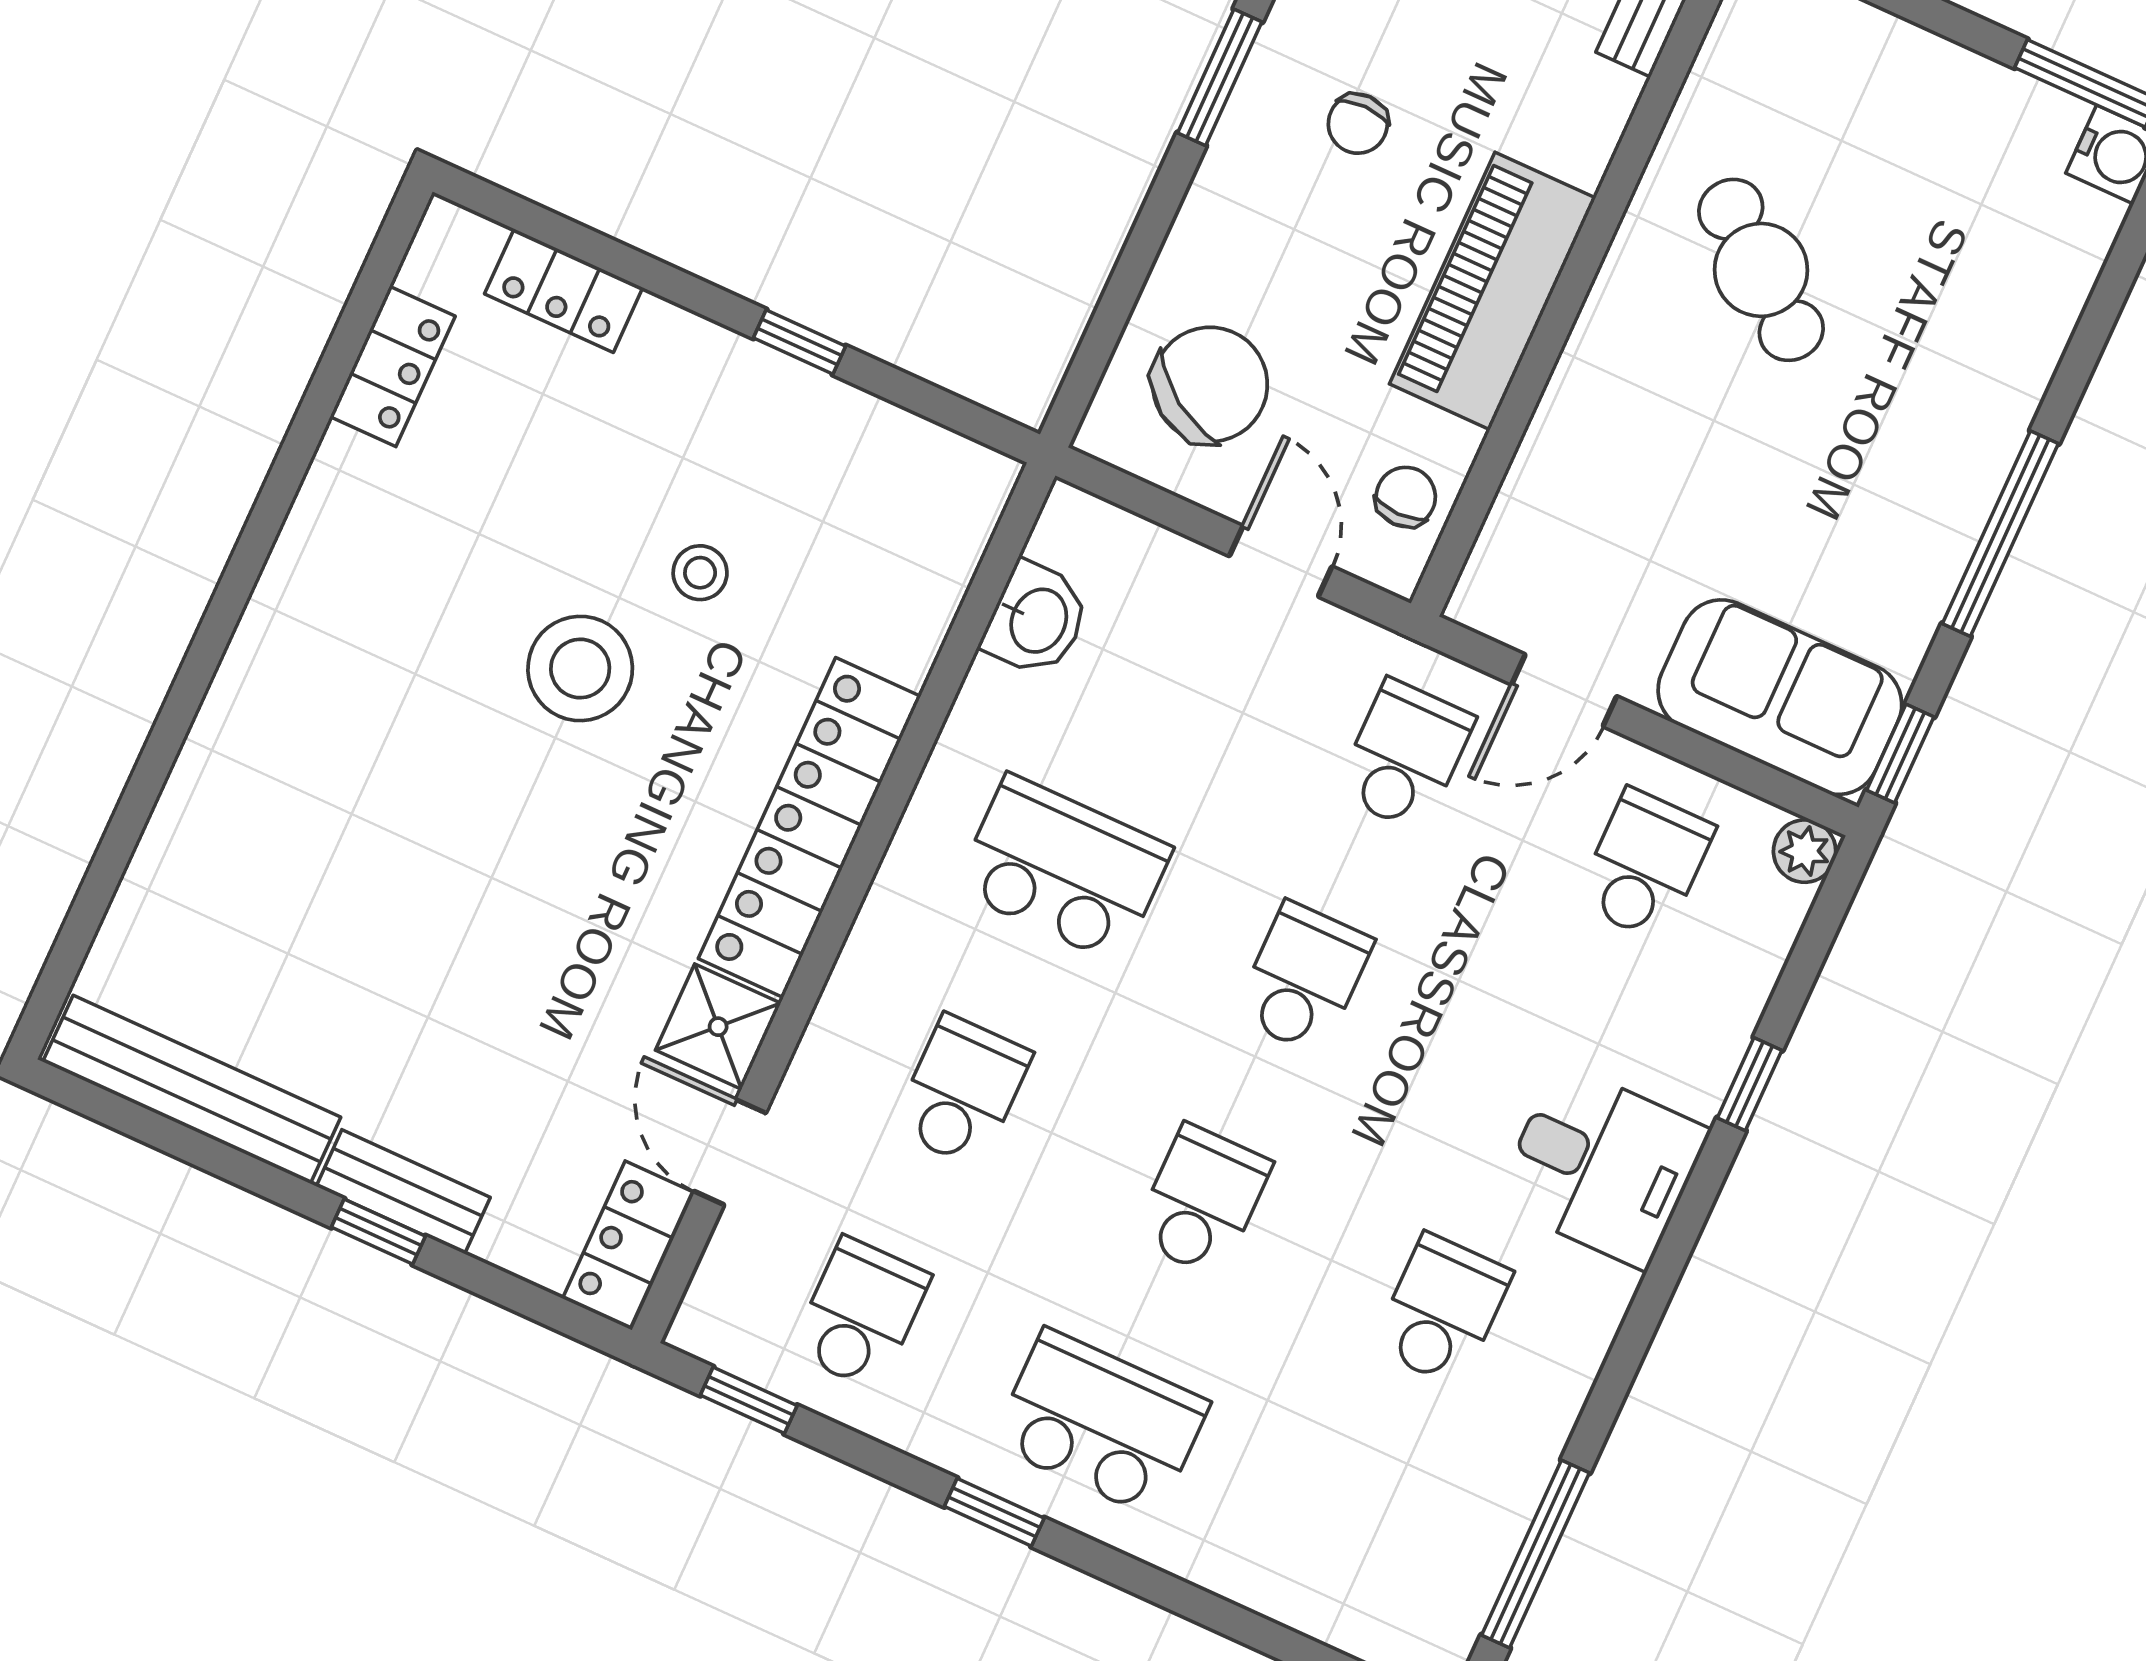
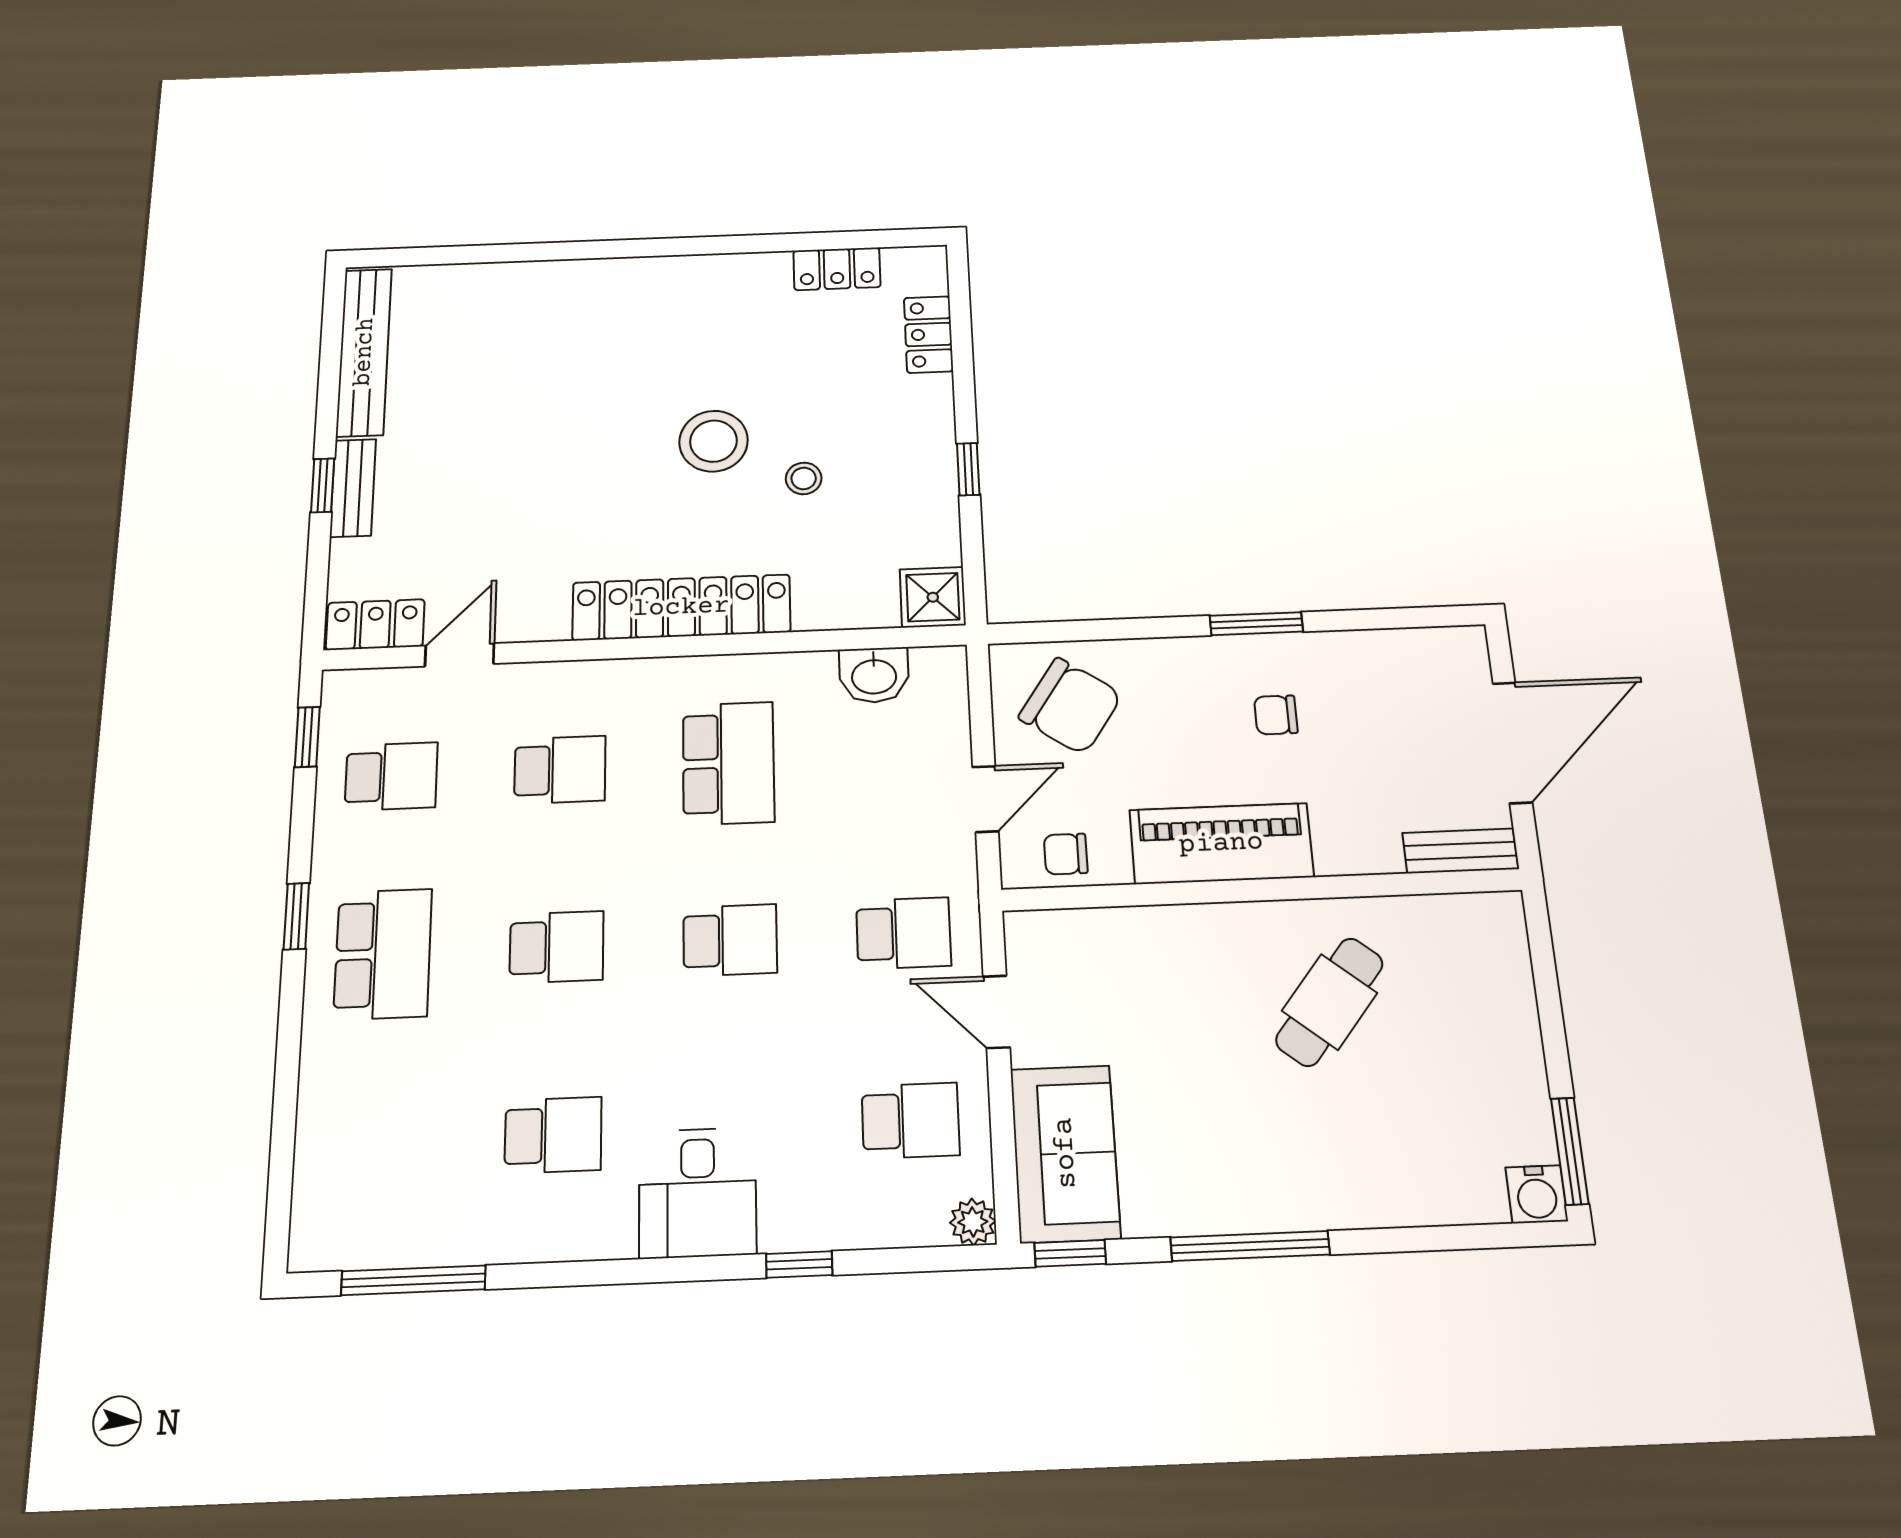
chair: (1406, 497) -> (1066, 854), turned 180
shower: (718, 1027) -> (933, 597), moved

